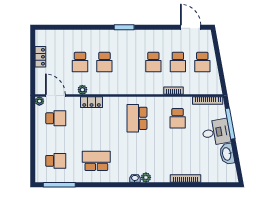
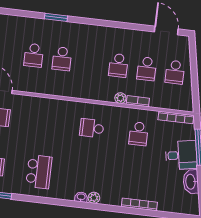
window: (124, 27) -> (56, 17), moved
plant: (82, 90) -> (120, 98), moved
locker: (92, 102) -> (42, 103), removed
school desk: (137, 118) -> (92, 128), width x0.54
school desk: (96, 161) -> (39, 172), turned 90

